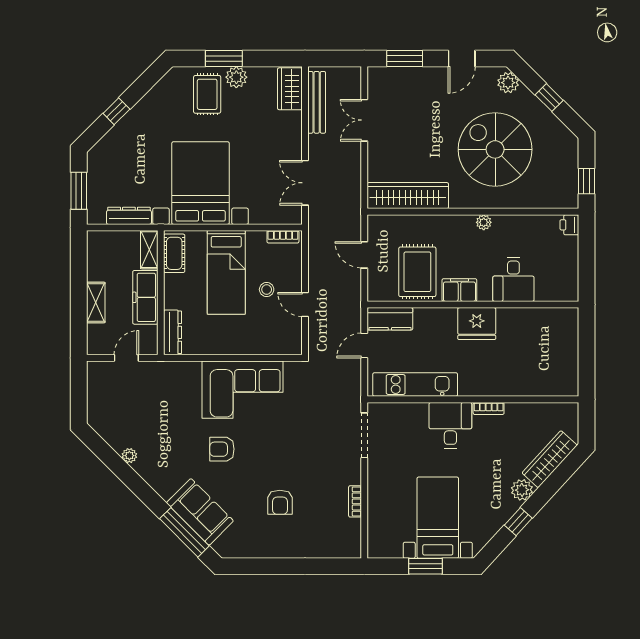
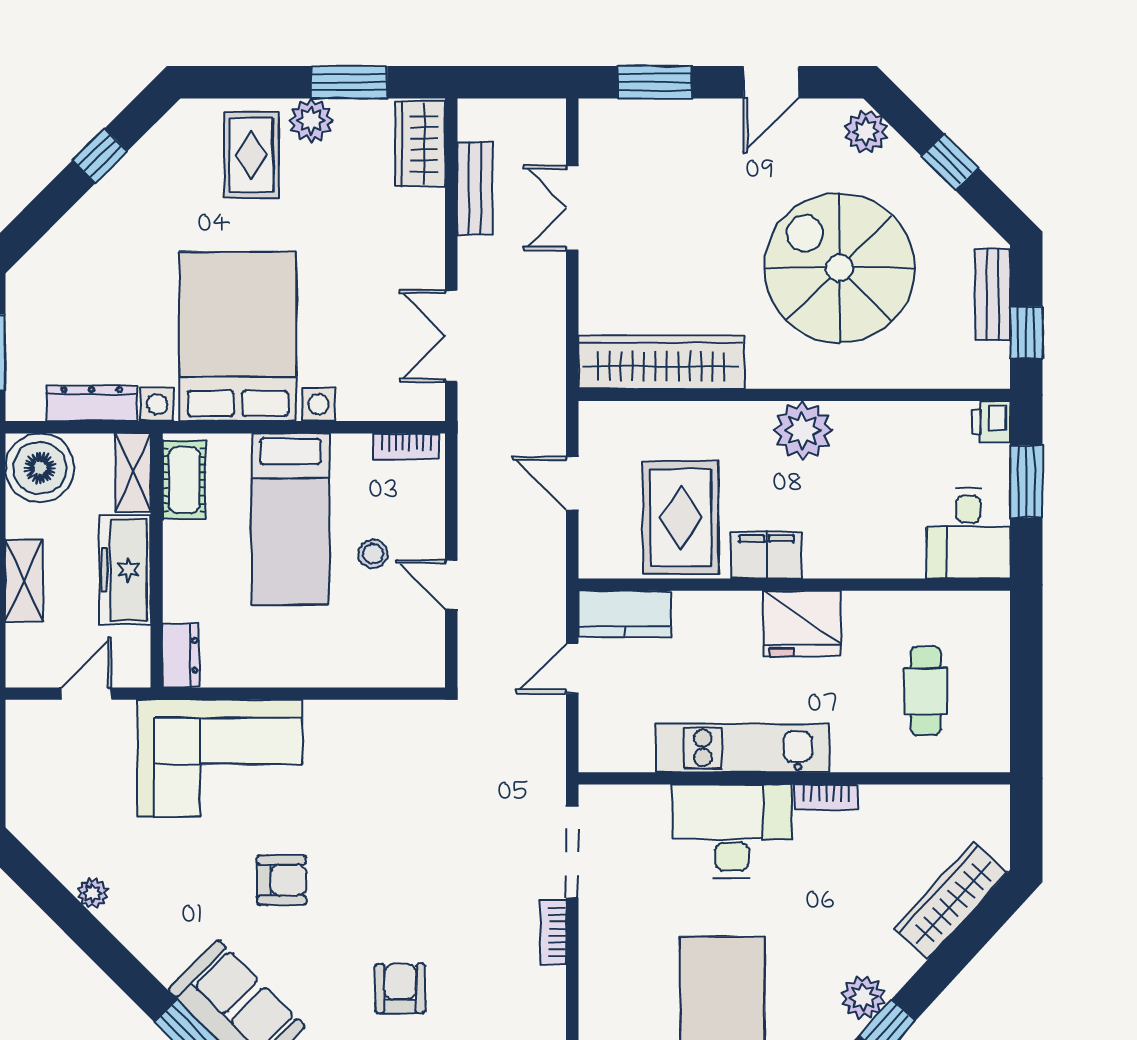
window: (224, 59) -> (349, 82), moved
bench: (317, 102) -> (475, 188), width x0.73
window: (116, 111) -> (100, 156), moved
bench: (570, 163) -> (993, 295), added
plant: (484, 222) -> (803, 430), width x1.88, depth x1.88
boiler: (104, 247) -> (40, 468), added
window: (587, 254) -> (1026, 481), added
desk: (513, 279) -> (968, 533), moved
dresser: (173, 332) -> (181, 655), width x0.70
cafe table: (537, 357) -> (926, 691), added
kitchen unit: (415, 384) -> (743, 748), moved
corner sofa: (242, 390) -> (220, 758), moved
desk: (450, 425) -> (732, 831), width x1.37
armchair: (222, 449) -> (282, 880), turned 180
plant: (522, 490) -> (863, 997), moved
bookcase: (355, 501) -> (553, 932), moved
armchair: (280, 502) -> (400, 989), turned 180

